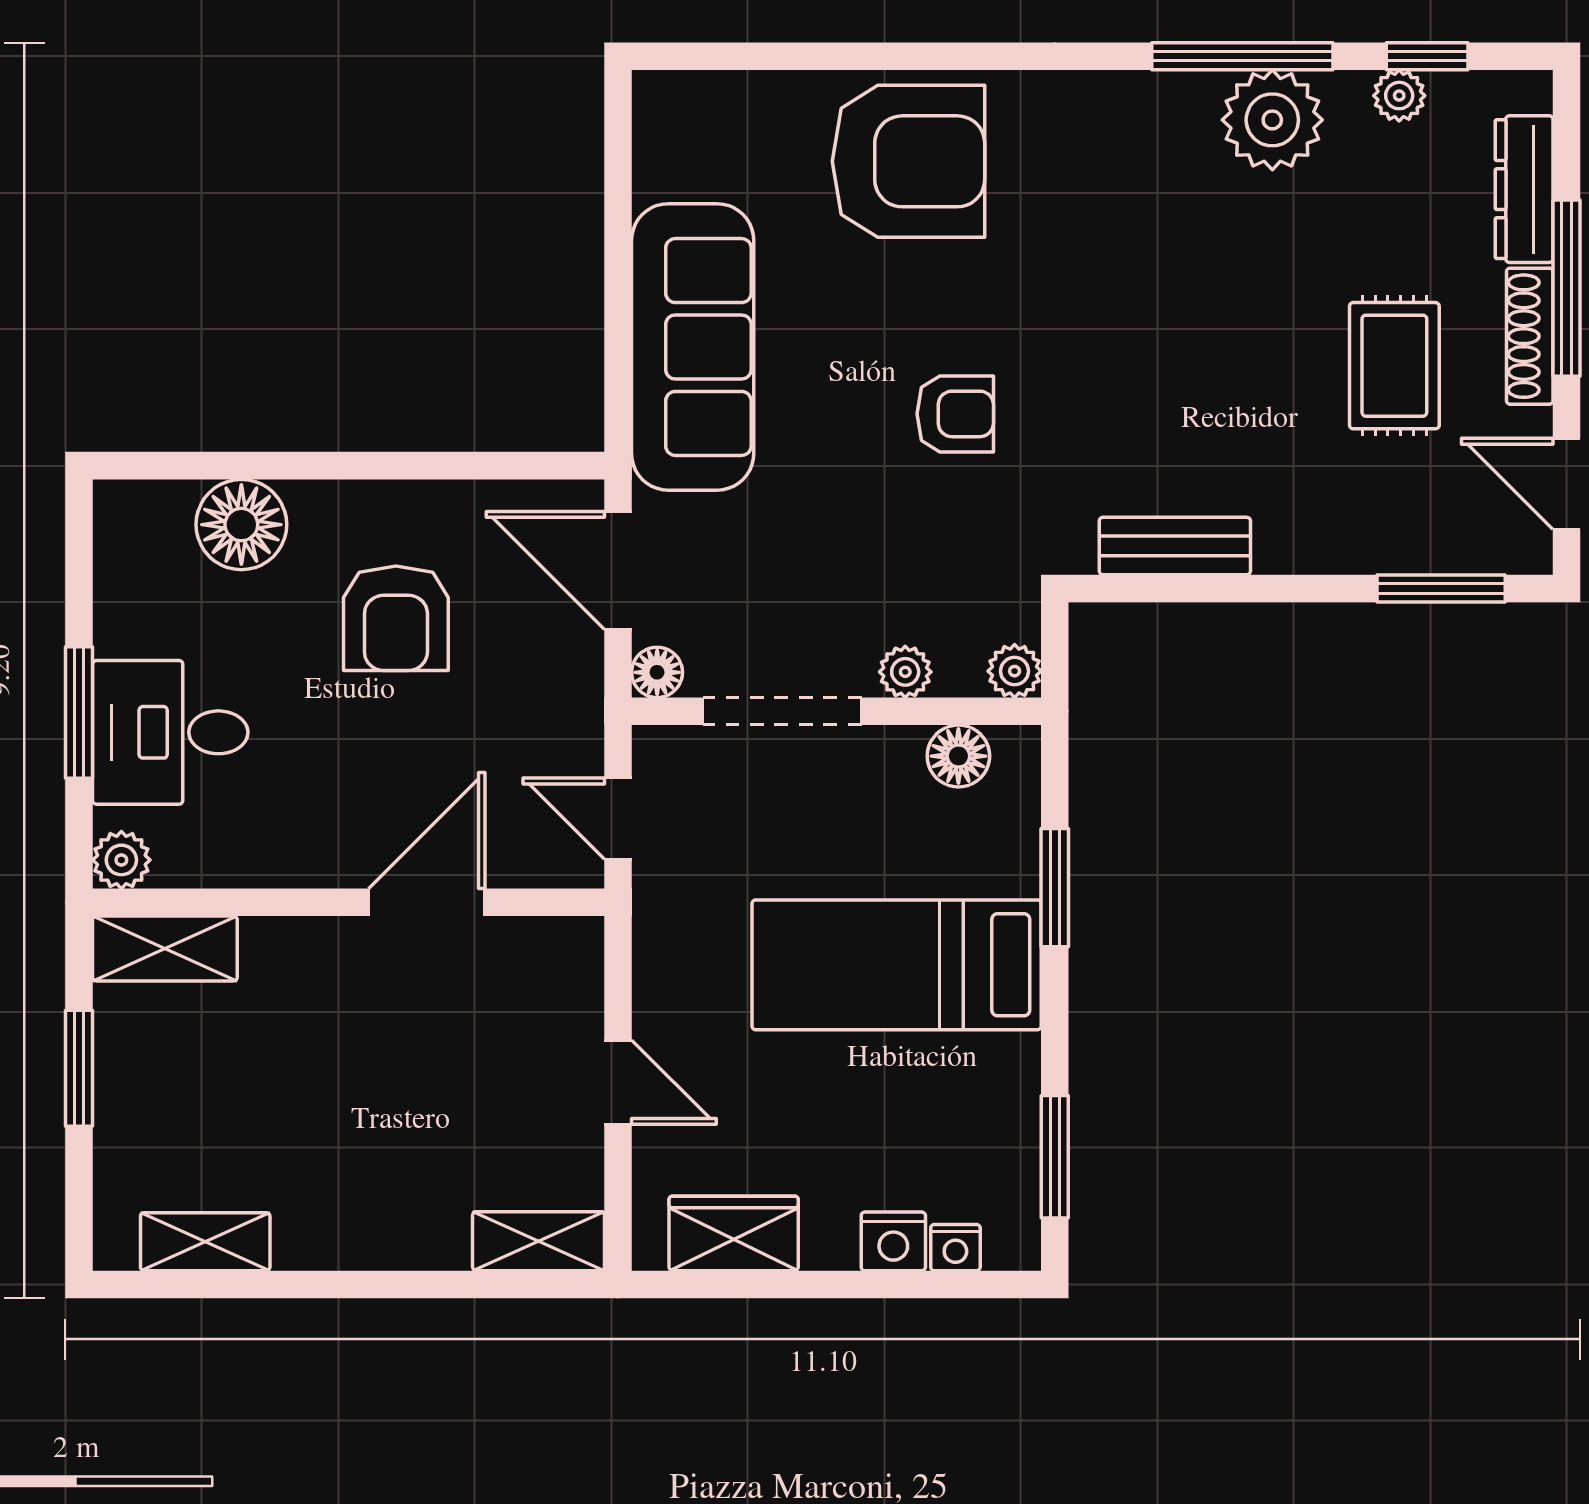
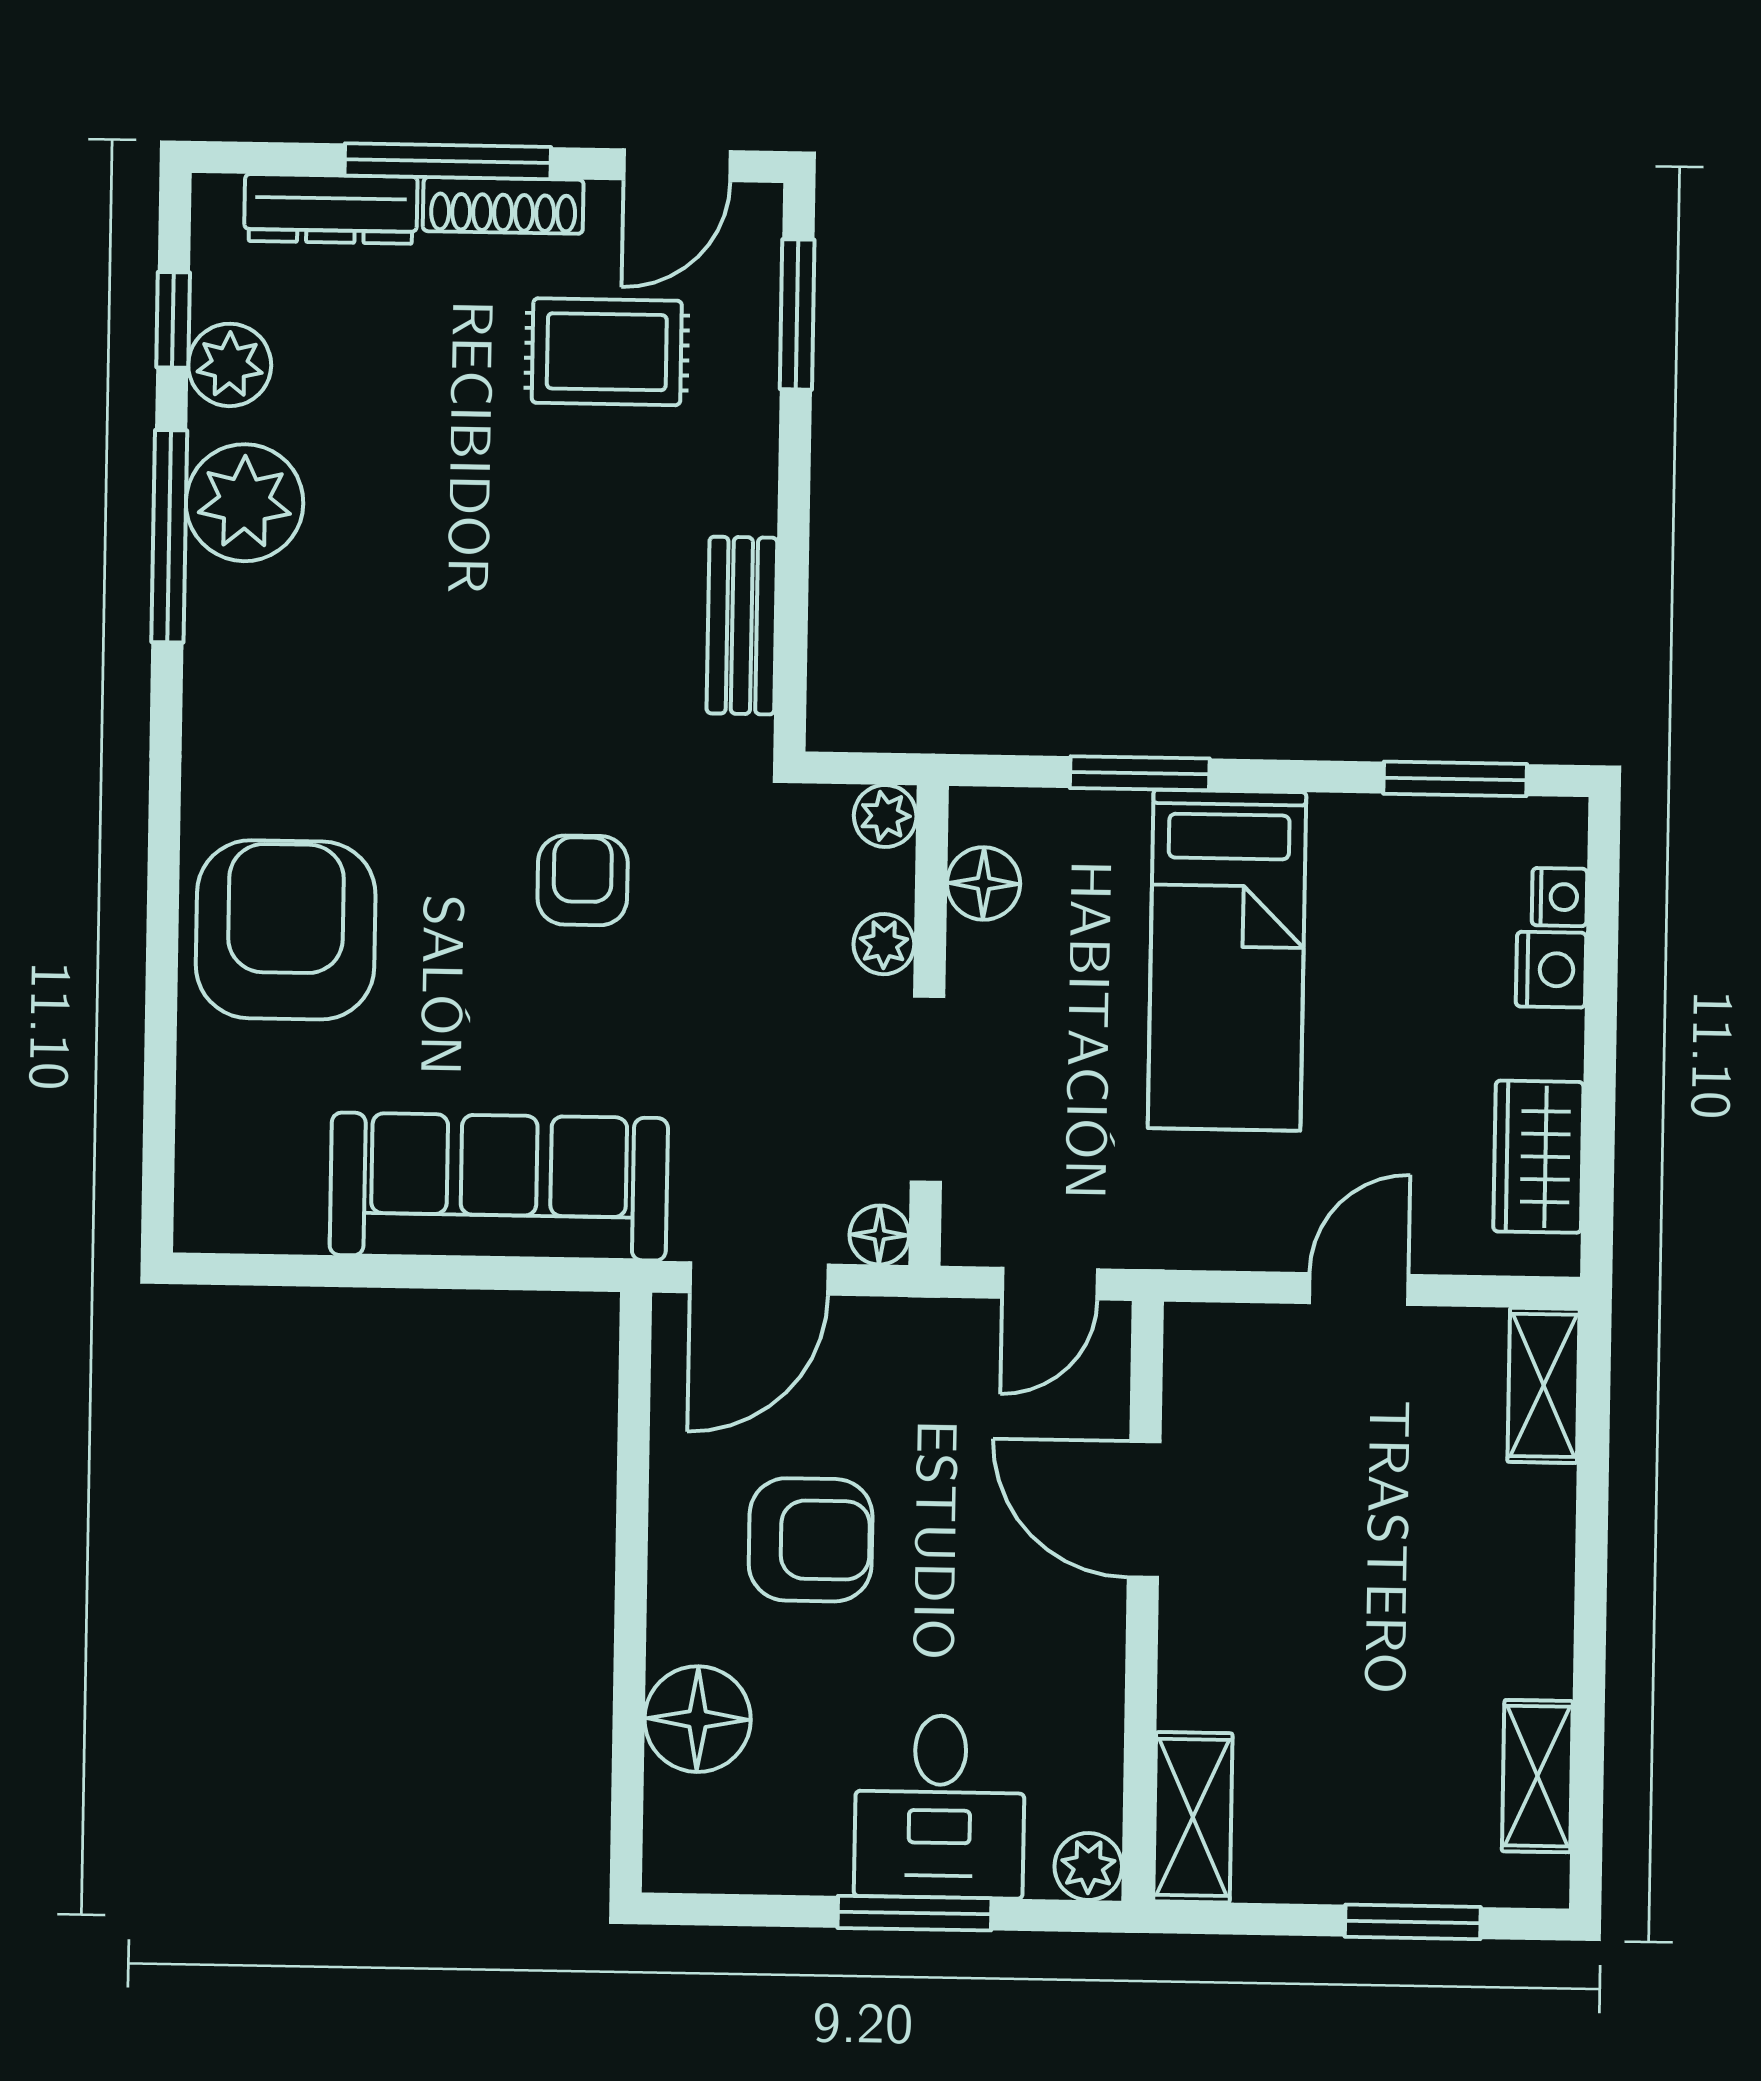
plant: (1399, 96) -> (230, 365), width x1.38, depth x1.38
rug: (1394, 366) -> (607, 352), moved
window: (79, 1068) -> (1413, 1922), moved

